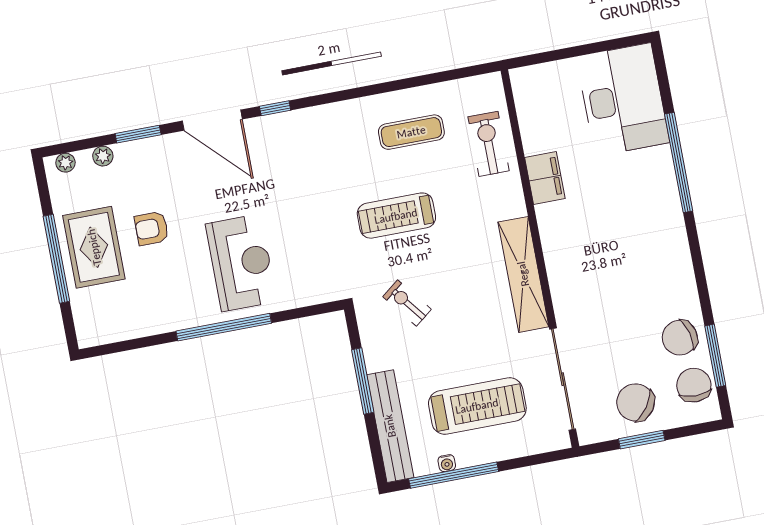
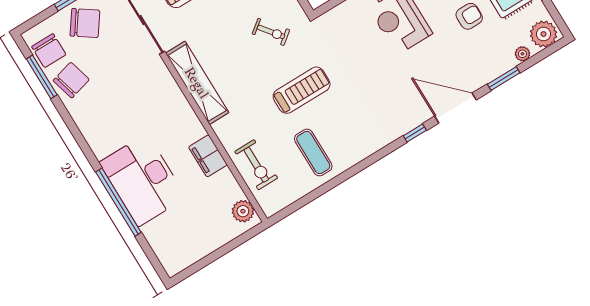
plant: (527, 92) -> (243, 211), added
desk: (623, 100) -> (143, 180), moved
exercise mat: (411, 132) -> (313, 153), turned 90
plant: (65, 163) -> (544, 34), width x1.88, depth x1.88

